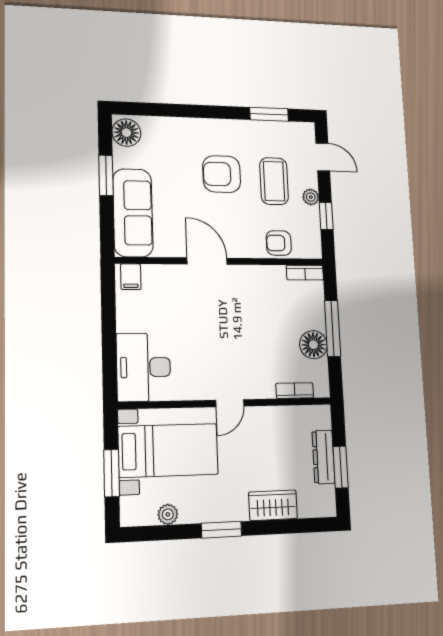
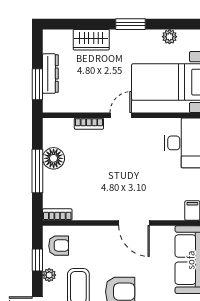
armchair: (279, 243) -> (59, 246), moved
bookcase: (295, 391) -> (89, 124), moved
window: (341, 467) -> (37, 84), moved

